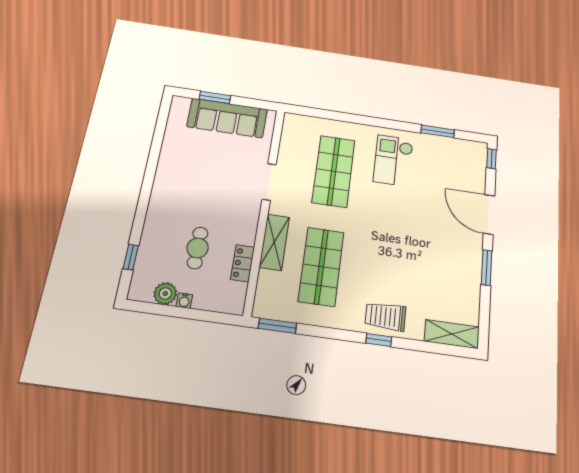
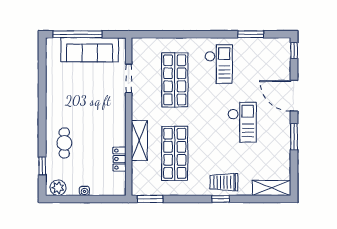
window: (215, 97) -> (77, 34), width x2.11
checkout: (393, 160) -> (219, 64), turned 180
doorway: (269, 182) -> (129, 78), moved
checkout: (418, 238) -> (242, 122), added
cafe table: (198, 248) -> (64, 143), moved
plant: (165, 294) -> (58, 188), moved

